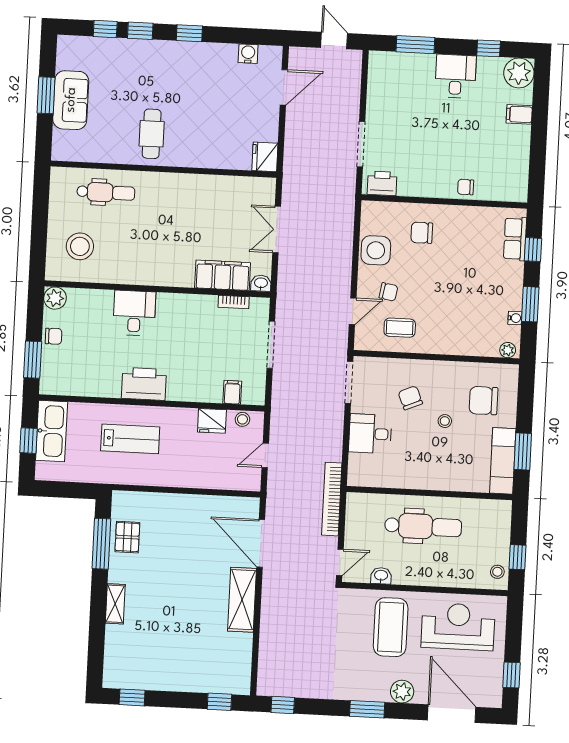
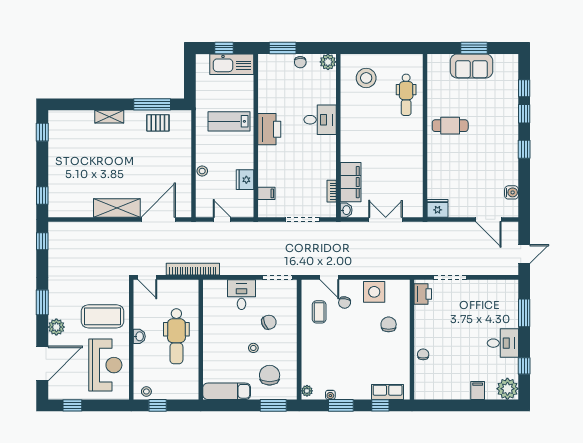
stool: (242, 419) -> (202, 171), moved
lab bench: (130, 439) -> (229, 121), turned 90
window: (523, 451) -> (273, 405), moved
washbasin: (381, 576) -> (139, 336), moved

